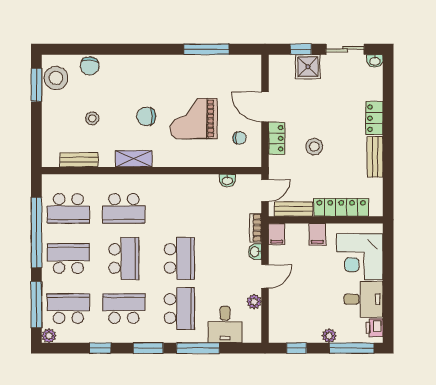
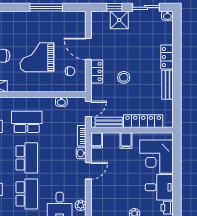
school desk: (179, 208) -> (27, 122), added
plant: (254, 302) -> (81, 205), moved

